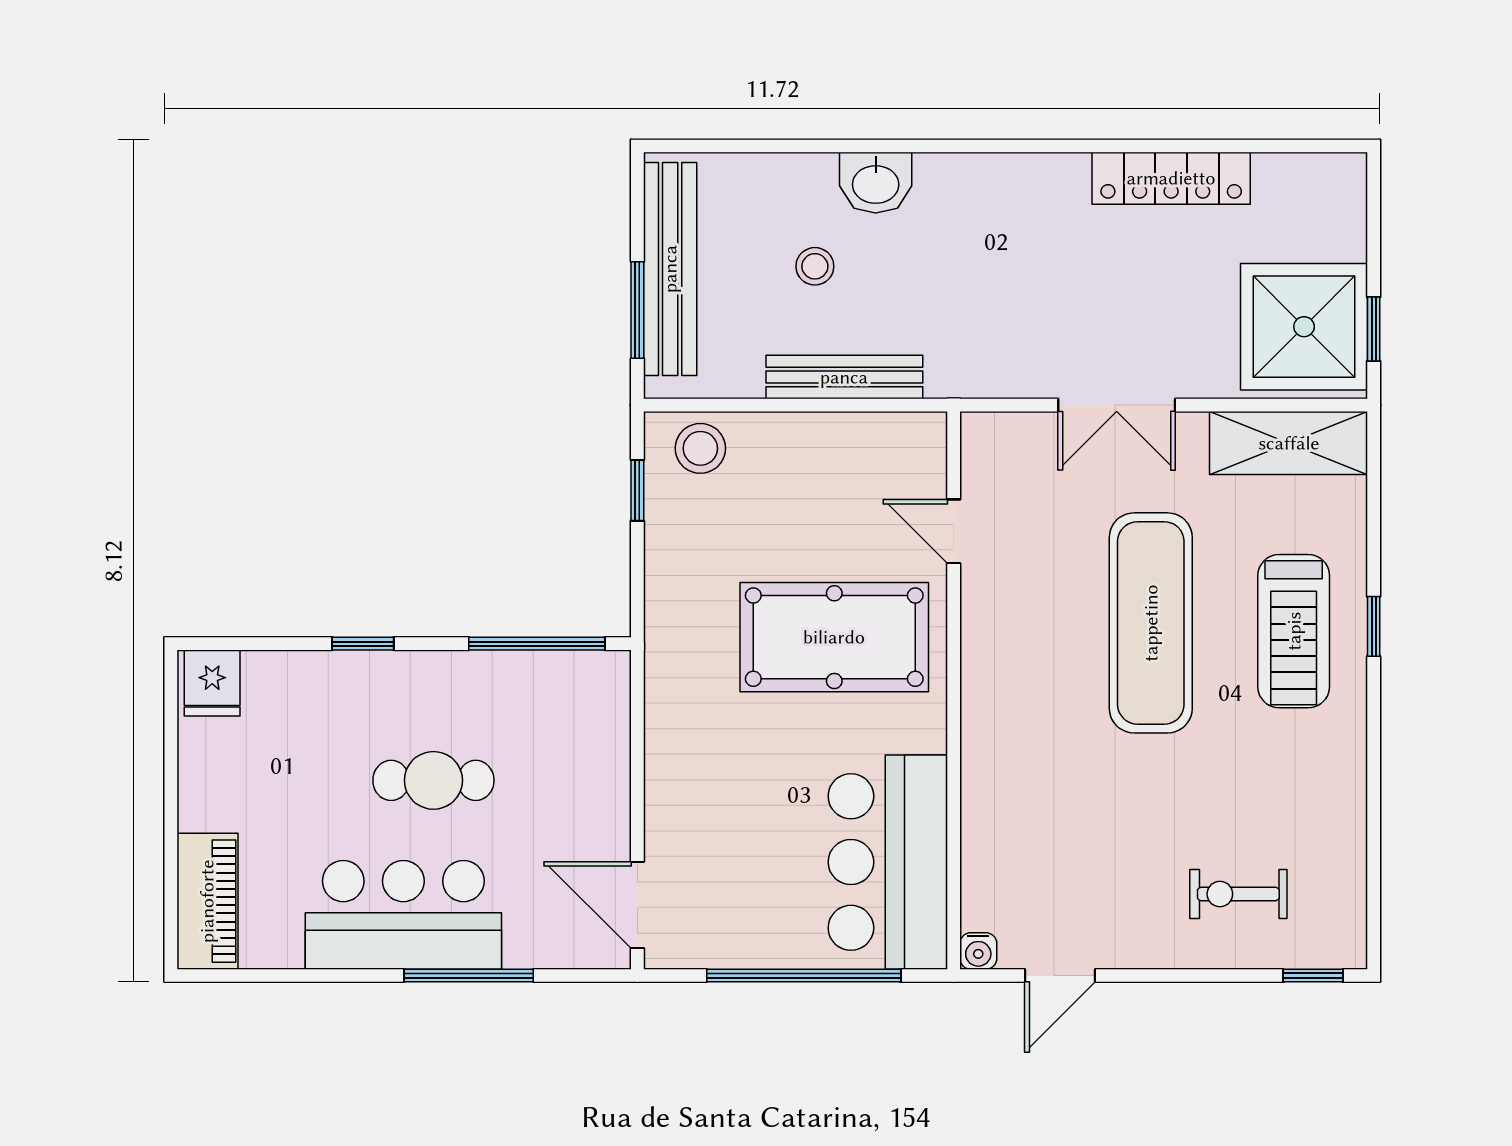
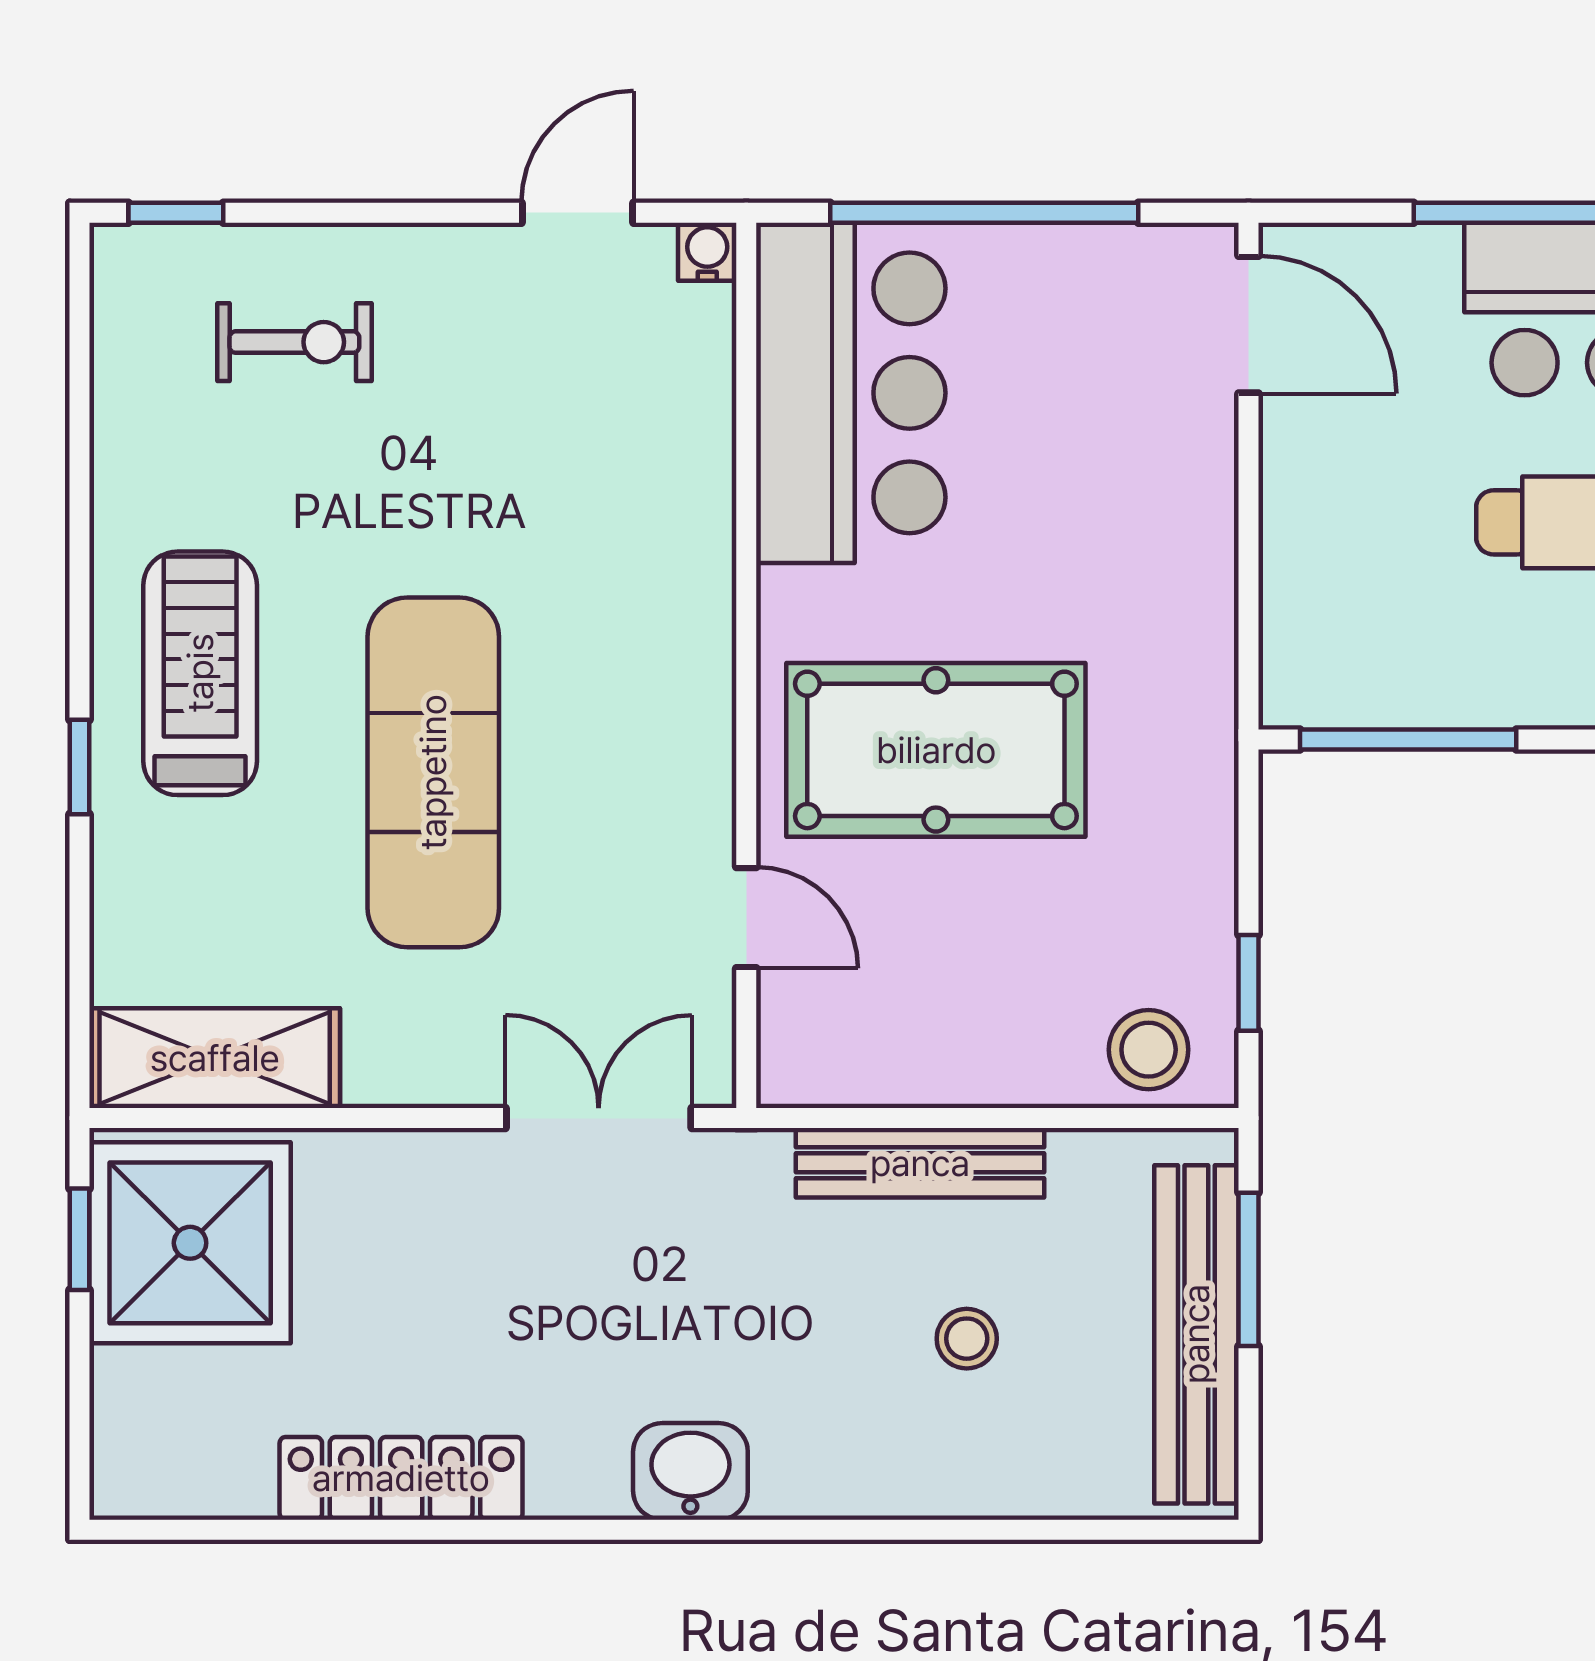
washbasin: (876, 183) -> (690, 1471), moved
double door: (1117, 405) -> (599, 1118), moved
treadmill: (1294, 631) -> (200, 673), moved

